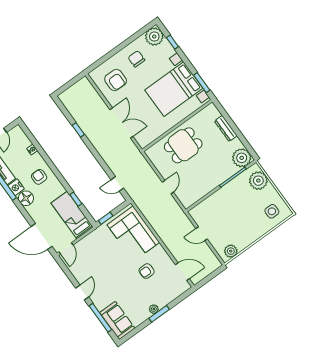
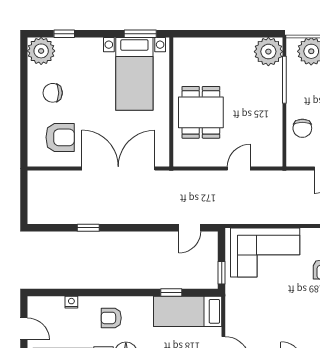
bed with nightstands: (174, 89) -> (134, 74), width x0.73
double door: (121, 123) -> (118, 168), width x1.36
dresser: (226, 128) -> (218, 45), removed
door: (168, 187) -> (239, 168), hinge flipped
chair: (214, 206) -> (302, 128), added

